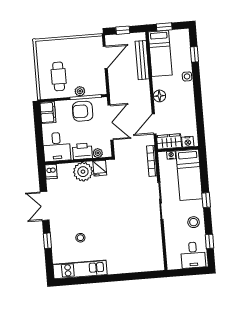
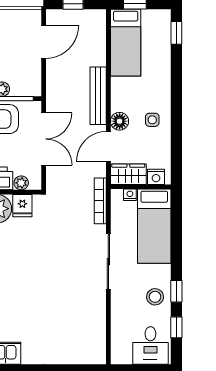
window: (194, 54) -> (176, 33), moved
bench: (142, 60) -> (98, 96), moved
side table: (187, 76) -> (152, 120), moved
floor lamp: (159, 96) -> (120, 121), moved
window: (206, 200) -> (176, 291), moved

